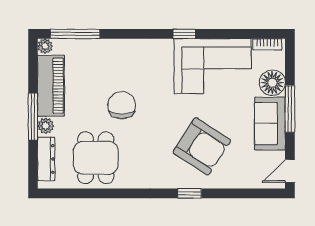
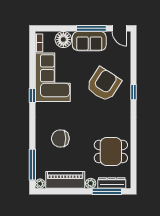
chair: (122, 105) -> (60, 138), moved
window: (290, 109) -> (91, 28), moved
window: (33, 117) -> (107, 191), moved

